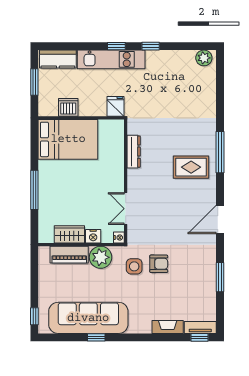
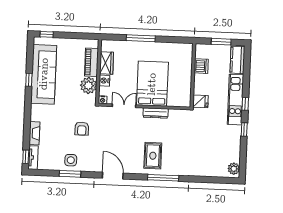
bed: (68, 139) -> (152, 84), moved, turned 180
dresser: (134, 152) -> (156, 113), moved
side table: (134, 266) -> (71, 160), moved

